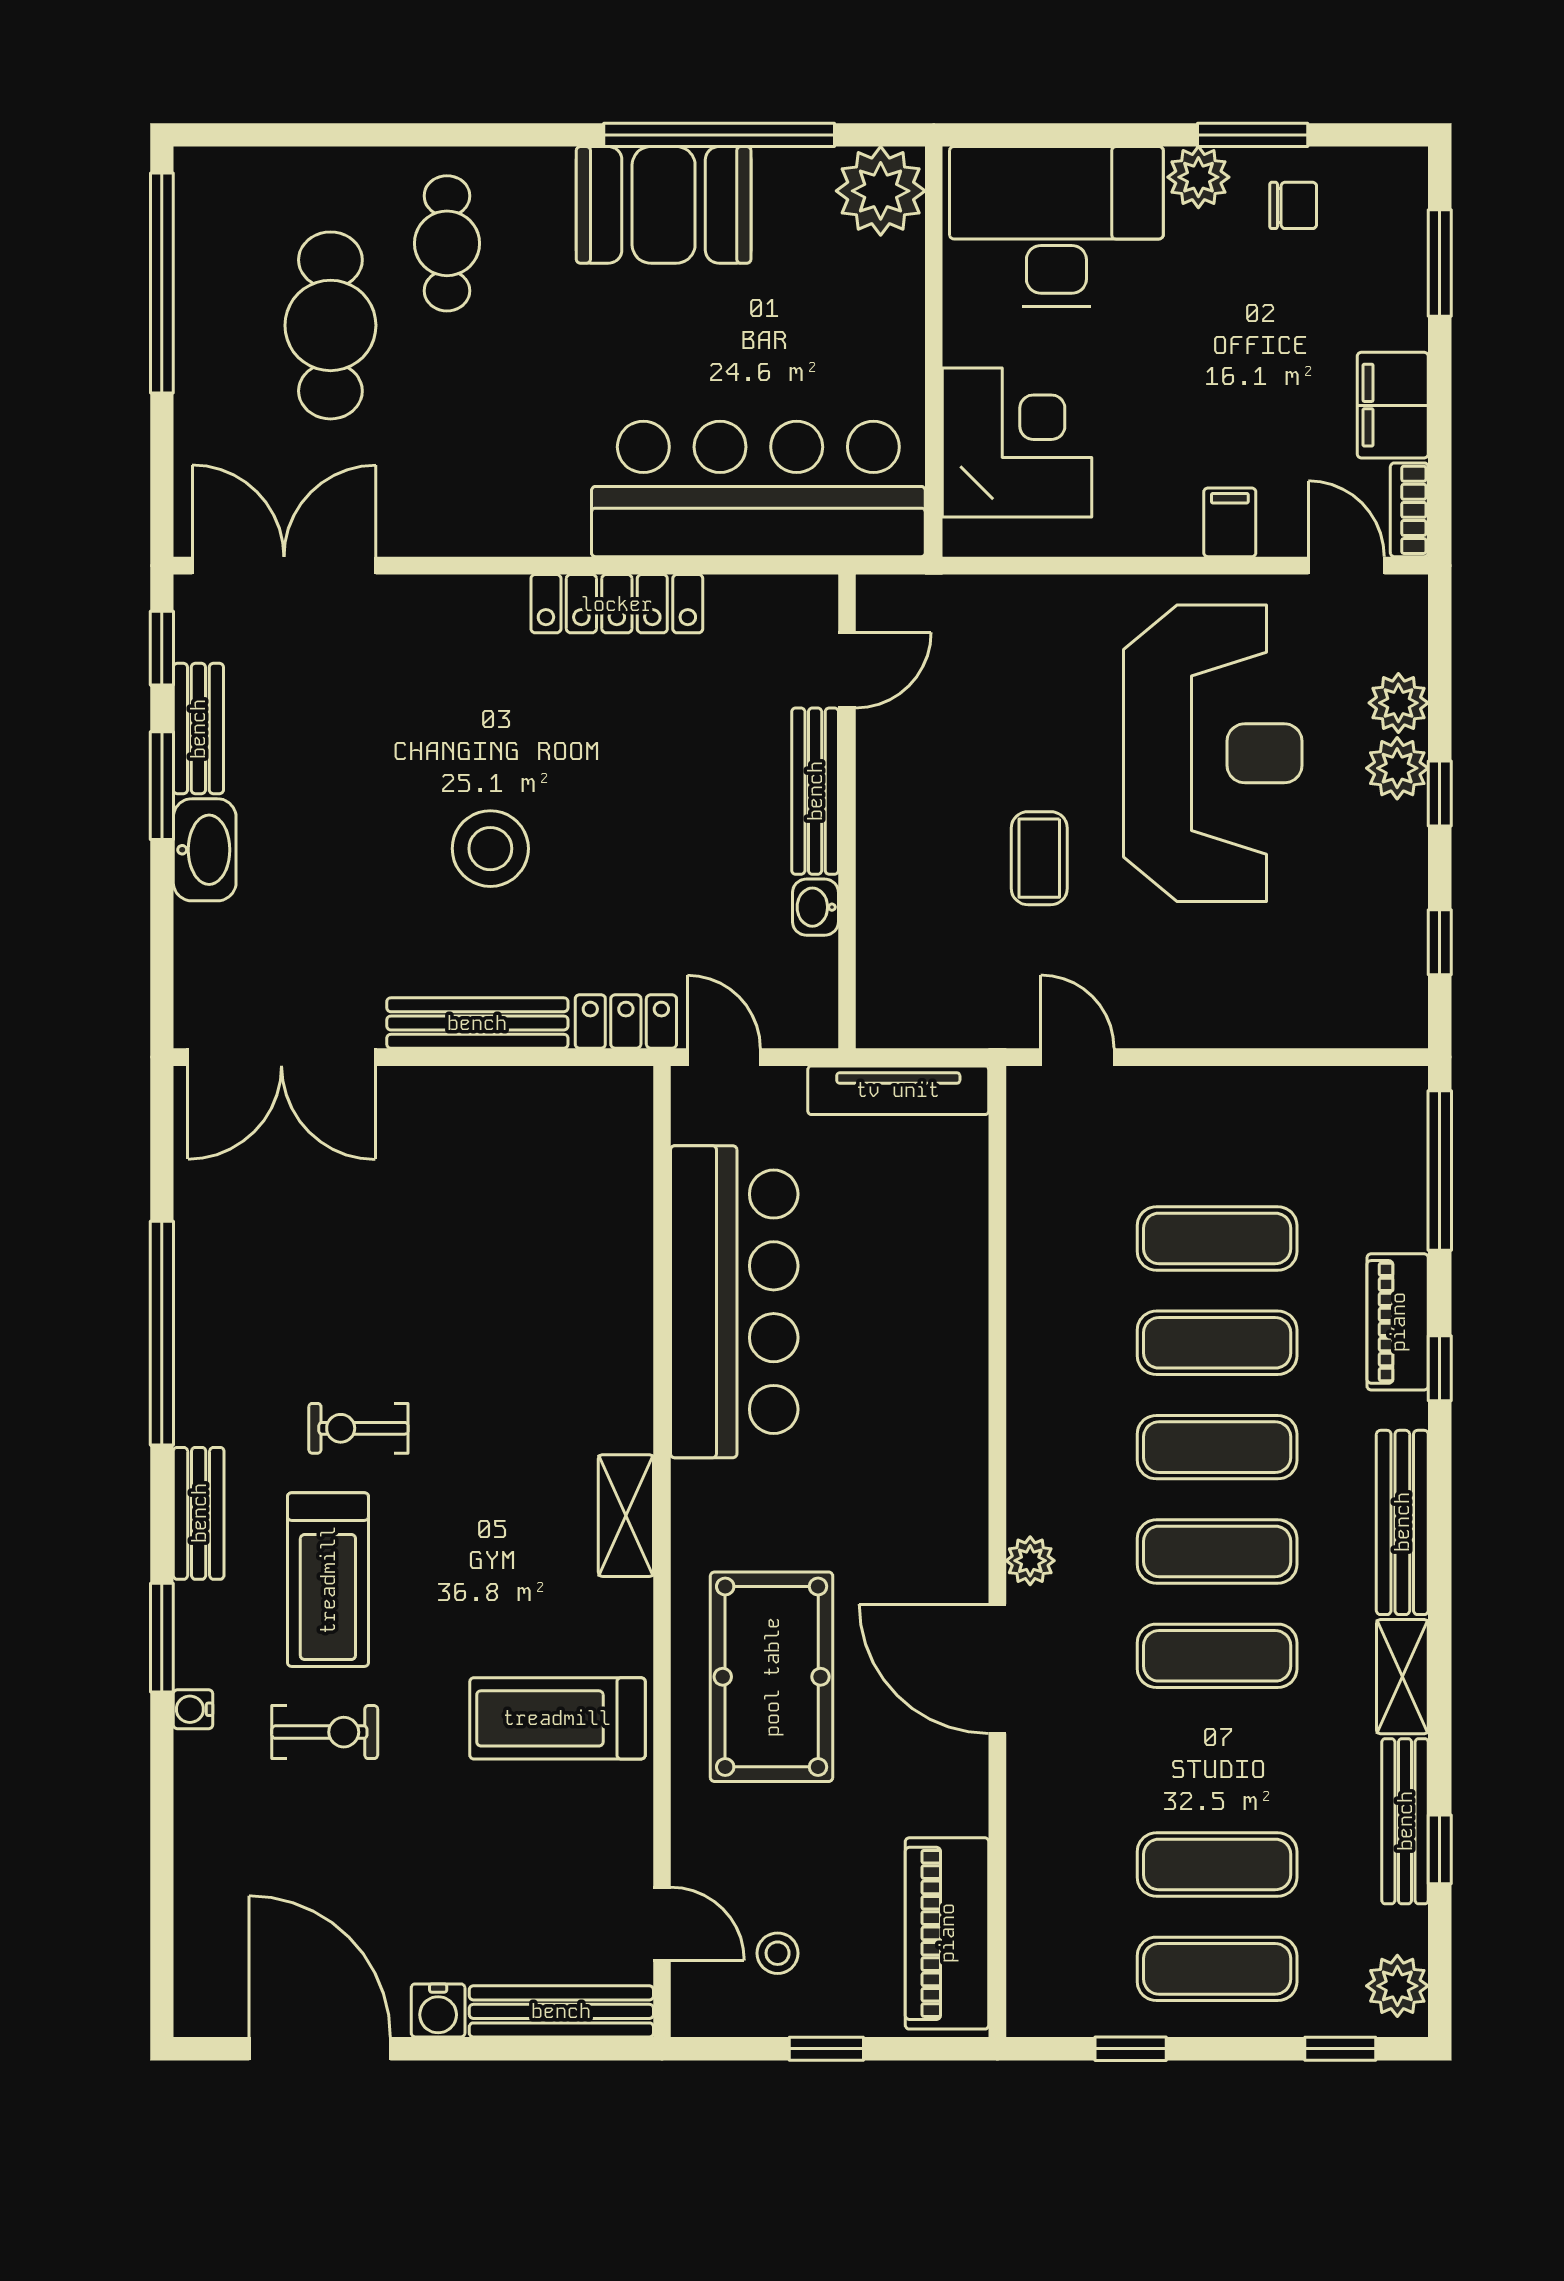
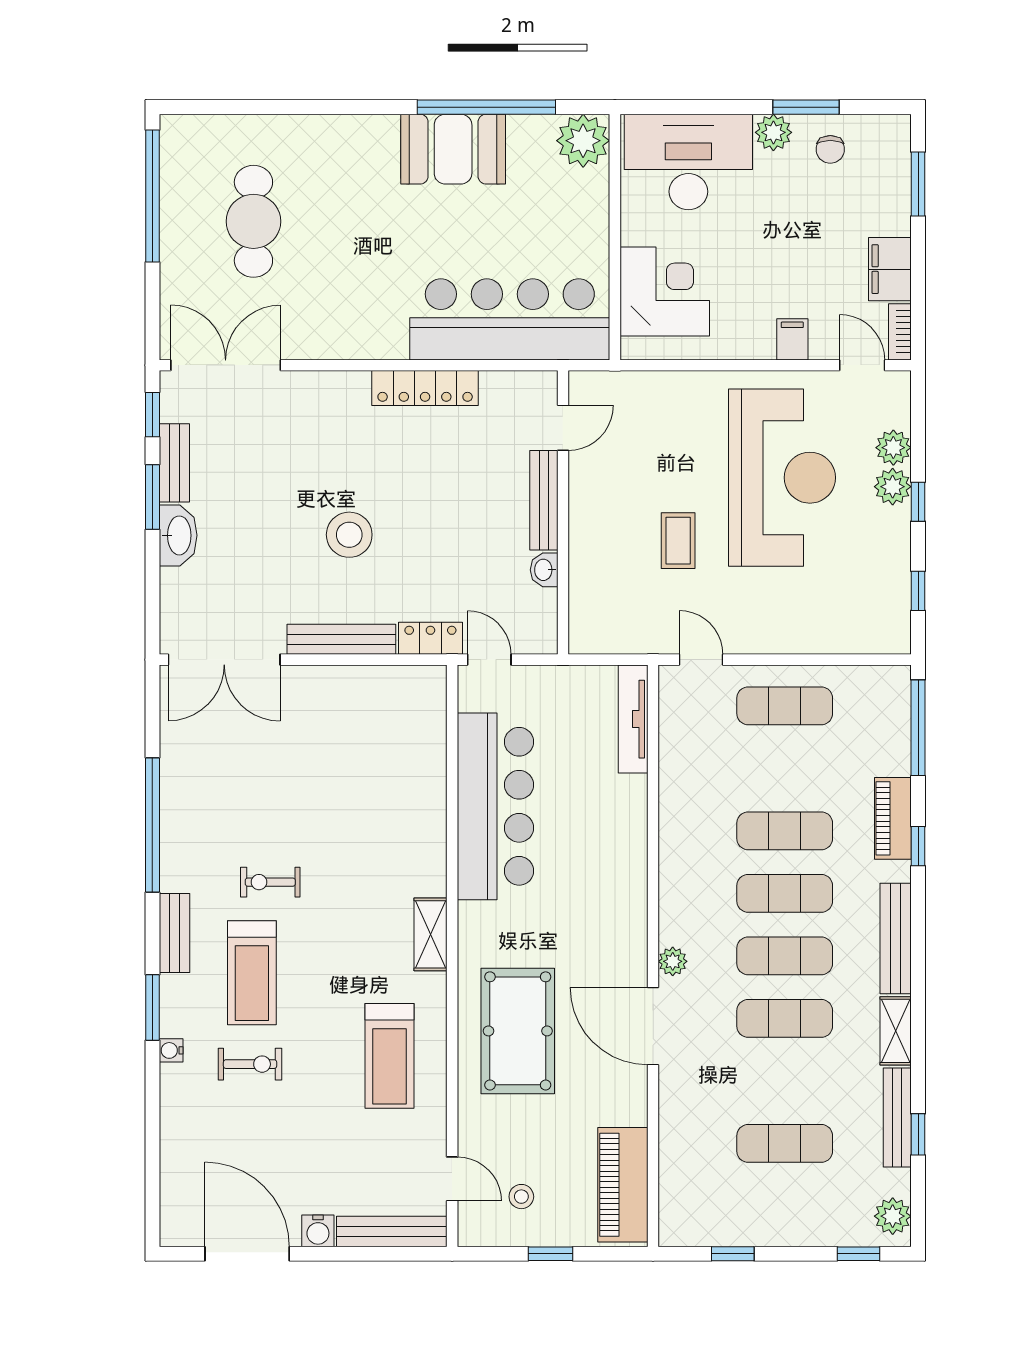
chair: (1293, 205) -> (830, 149), turned 90
cafe table: (447, 243) -> (323, 172), removed
tv unit: (898, 1090) -> (633, 719), moved, turned 90
exercise mat: (1217, 1238) -> (785, 706), moved
treadmill: (557, 1718) -> (389, 1056), turned -90
exercise mat: (1217, 1969) -> (785, 1206), removed

